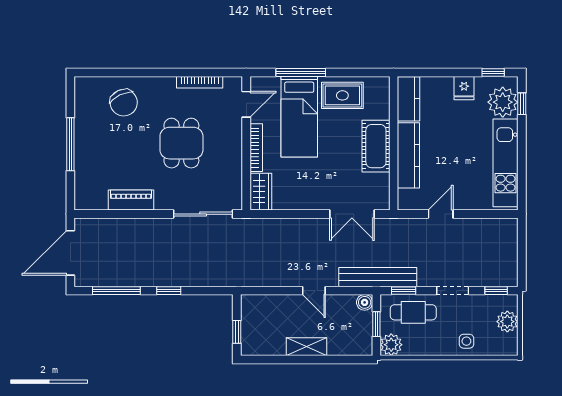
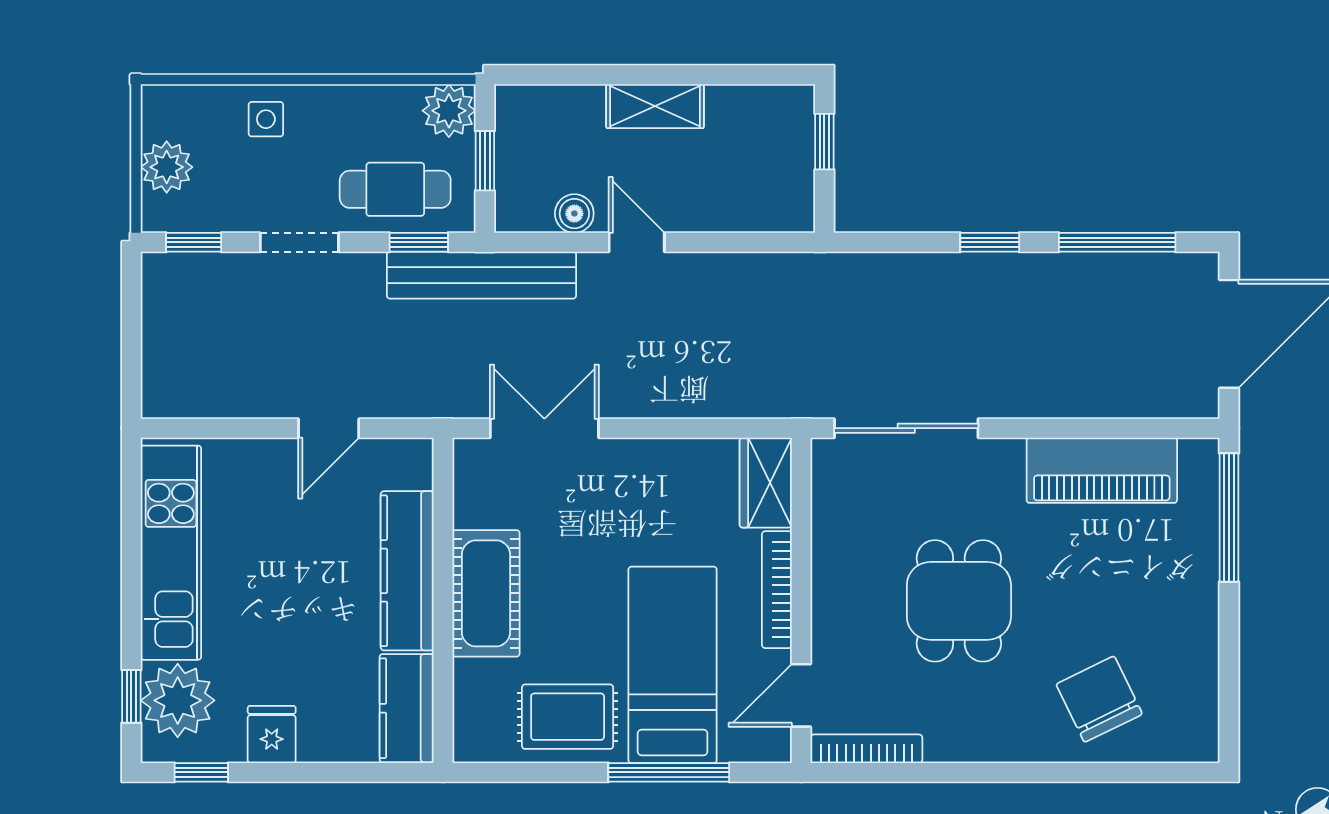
bookcase: (200, 82) -> (866, 749), moved
window: (70, 144) -> (1229, 517), moved
piano: (131, 200) -> (1102, 470), width x1.37, depth x1.33
boiler: (365, 302) -> (574, 214), moved

